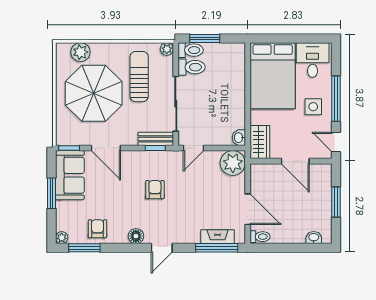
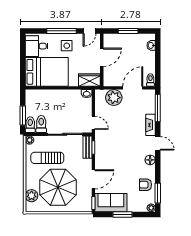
plant: (233, 163) -> (114, 98), moved
armchair: (155, 190) -> (120, 148), removed
fireplace: (218, 237) -> (150, 125), moved

